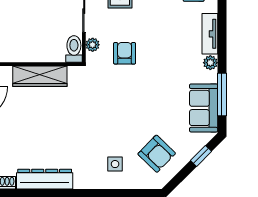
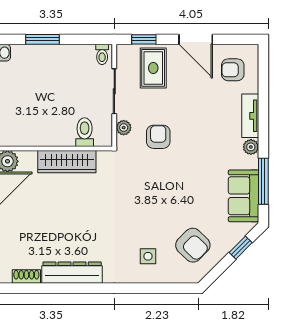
toilet: (74, 49) -> (85, 132), moved

